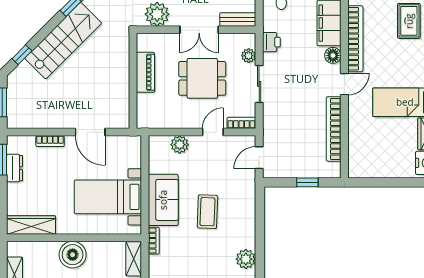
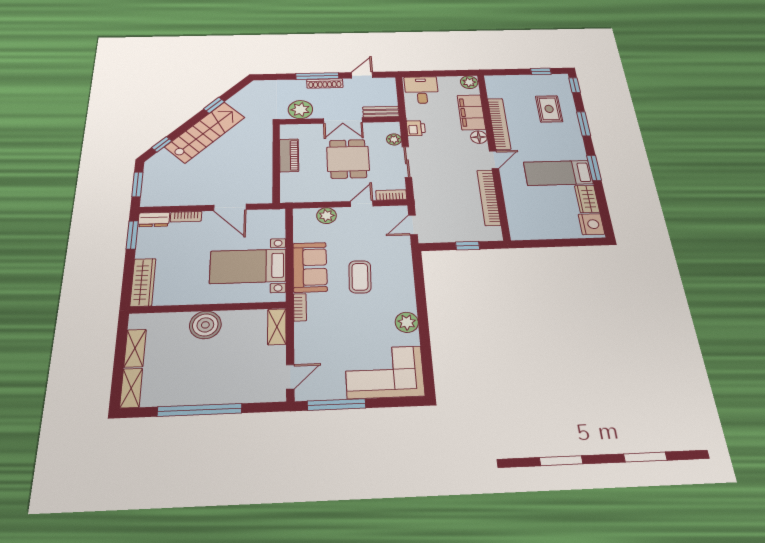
dining table: (202, 78) -> (348, 159), turned 90
dresser: (15, 168) -> (154, 220), moved, turned 90
wardrobe: (31, 225) -> (143, 282), moved, turned 90

